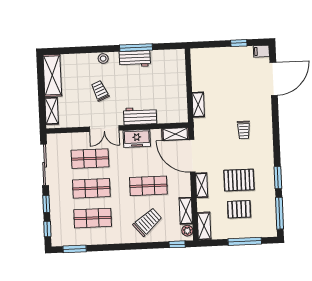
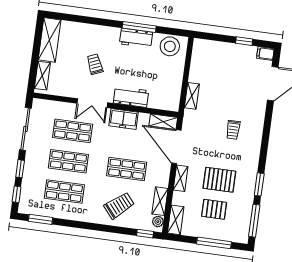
stool: (103, 59) -> (170, 46), moved, width x1.89, depth x1.89

